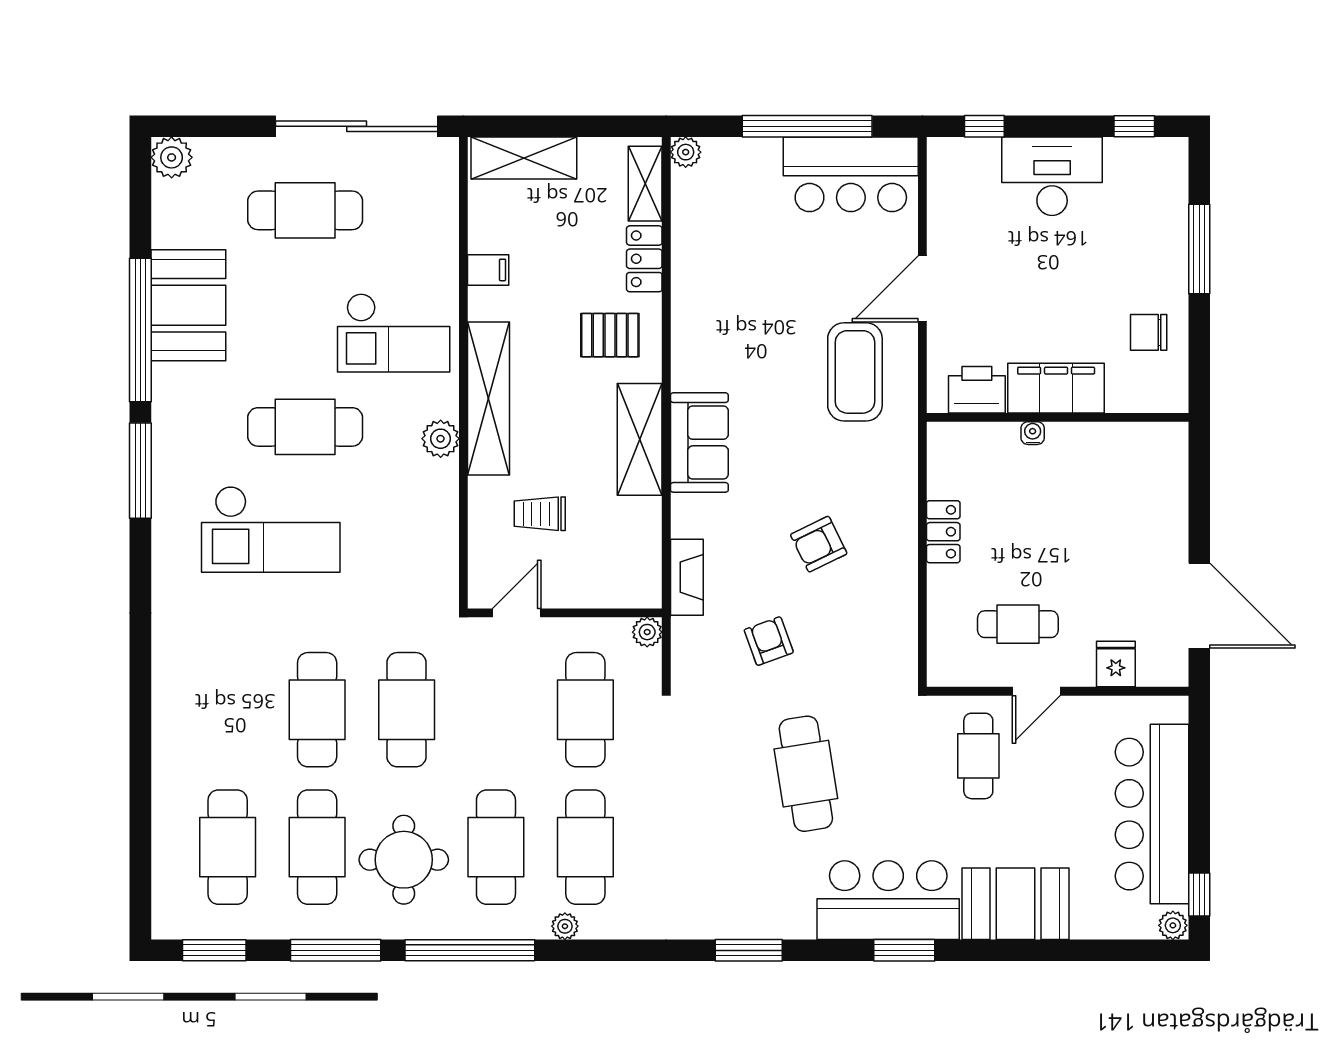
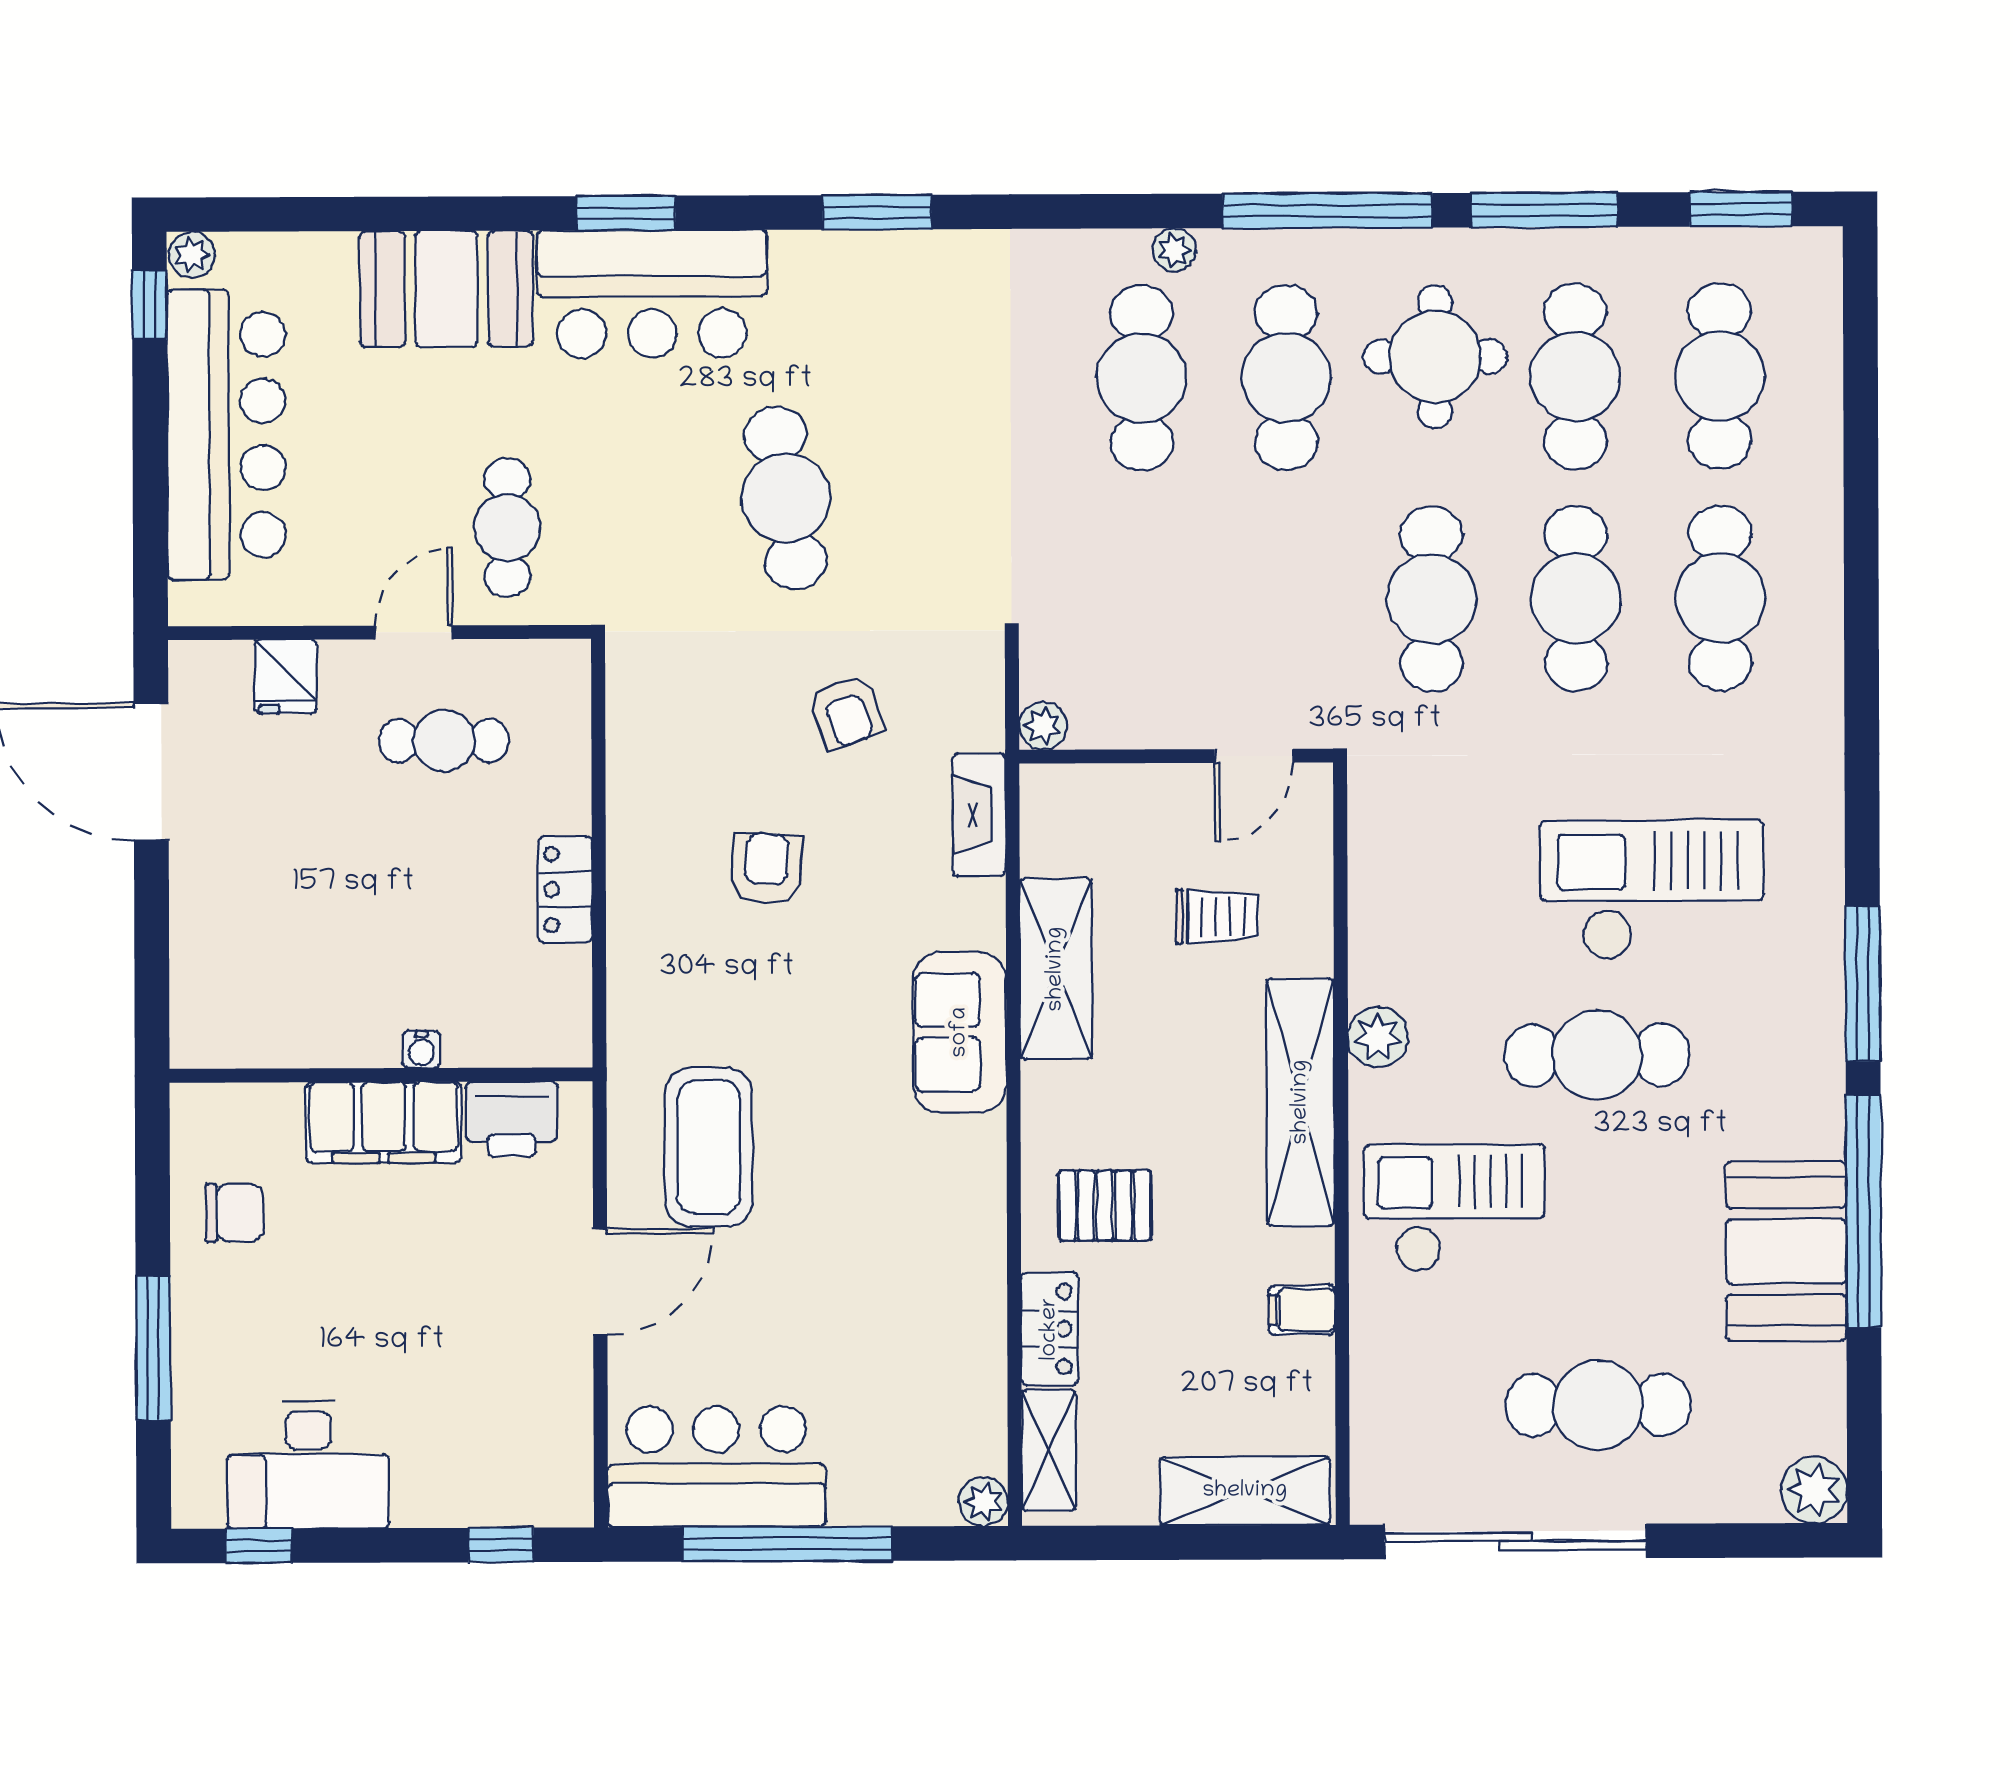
desk: (1052, 176) -> (308, 1465), moved
shelving: (640, 439) -> (1056, 969), moved
armchair: (819, 544) -> (766, 869), turned -60
cafe table: (585, 710) -> (1720, 598), moved

